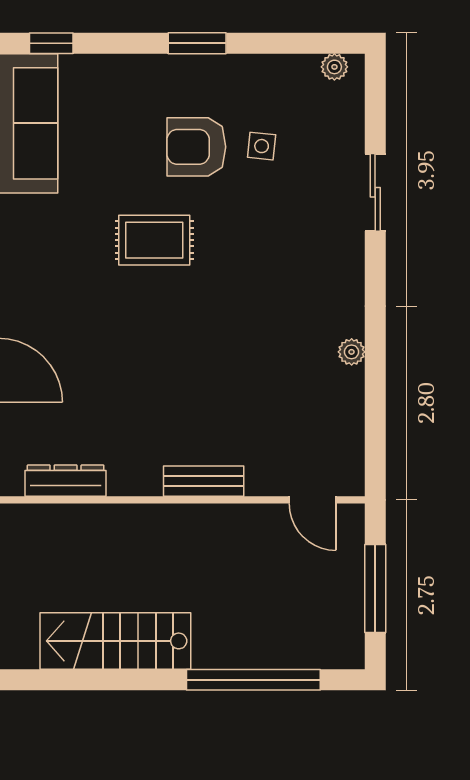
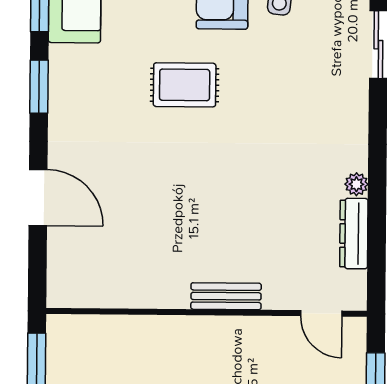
dresser: (66, 481) -> (354, 234), moved, turned -90

